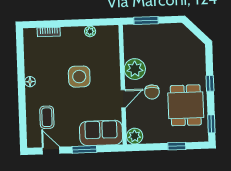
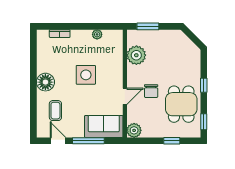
plant: (135, 69) -> (136, 55), moved
floor lamp: (30, 82) -> (45, 82), width x1.89, depth x1.89
window: (84, 149) -> (88, 141), width x1.44

